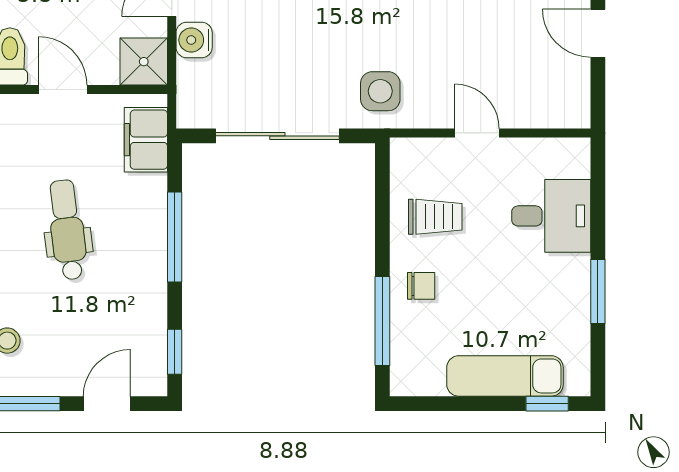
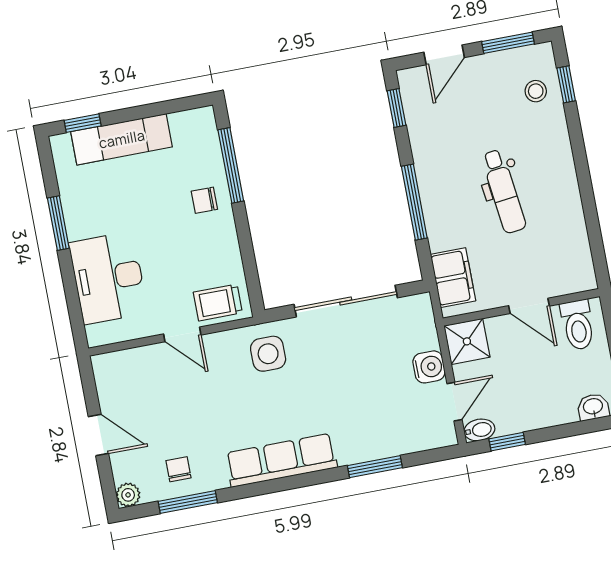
desk: (551, 216) -> (108, 278), width x1.37
trolley: (435, 217) -> (218, 302), moved

